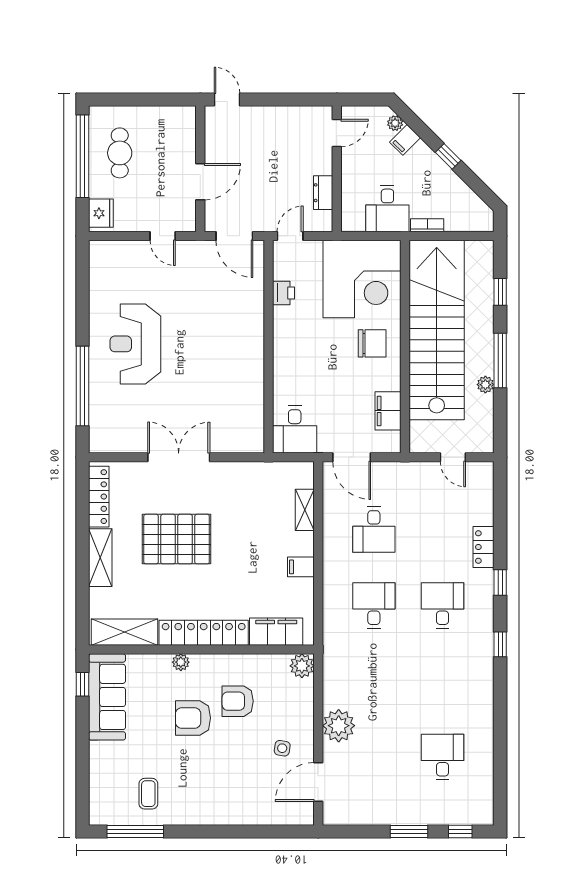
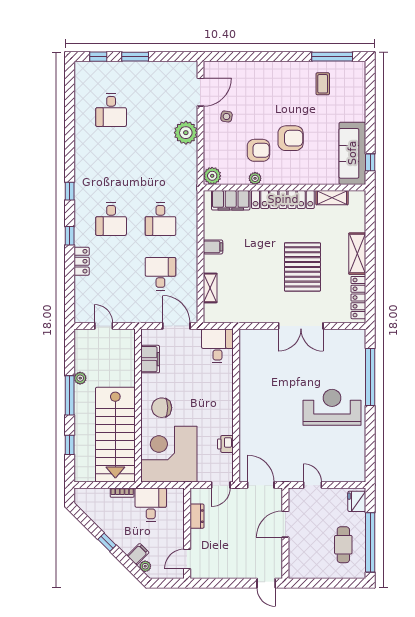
stairs: (437, 330) -> (115, 435), width x0.73
reception desk: (135, 344) -> (332, 407), turned -90
pallet: (177, 539) -> (302, 267), turned 90
shelving: (124, 632) -> (332, 198), width x0.67, depth x0.75
plant: (181, 662) -> (255, 178), moved

